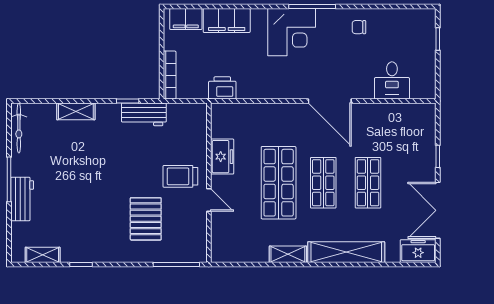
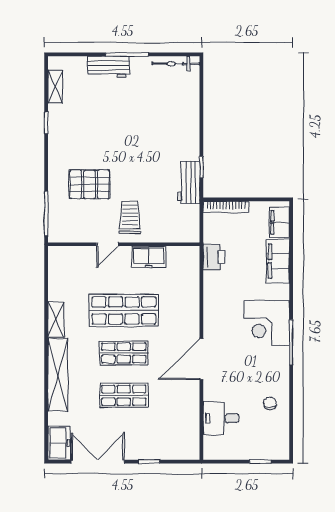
chair: (359, 27) -> (270, 403), moved
shelving: (76, 111) -> (192, 118), removed

